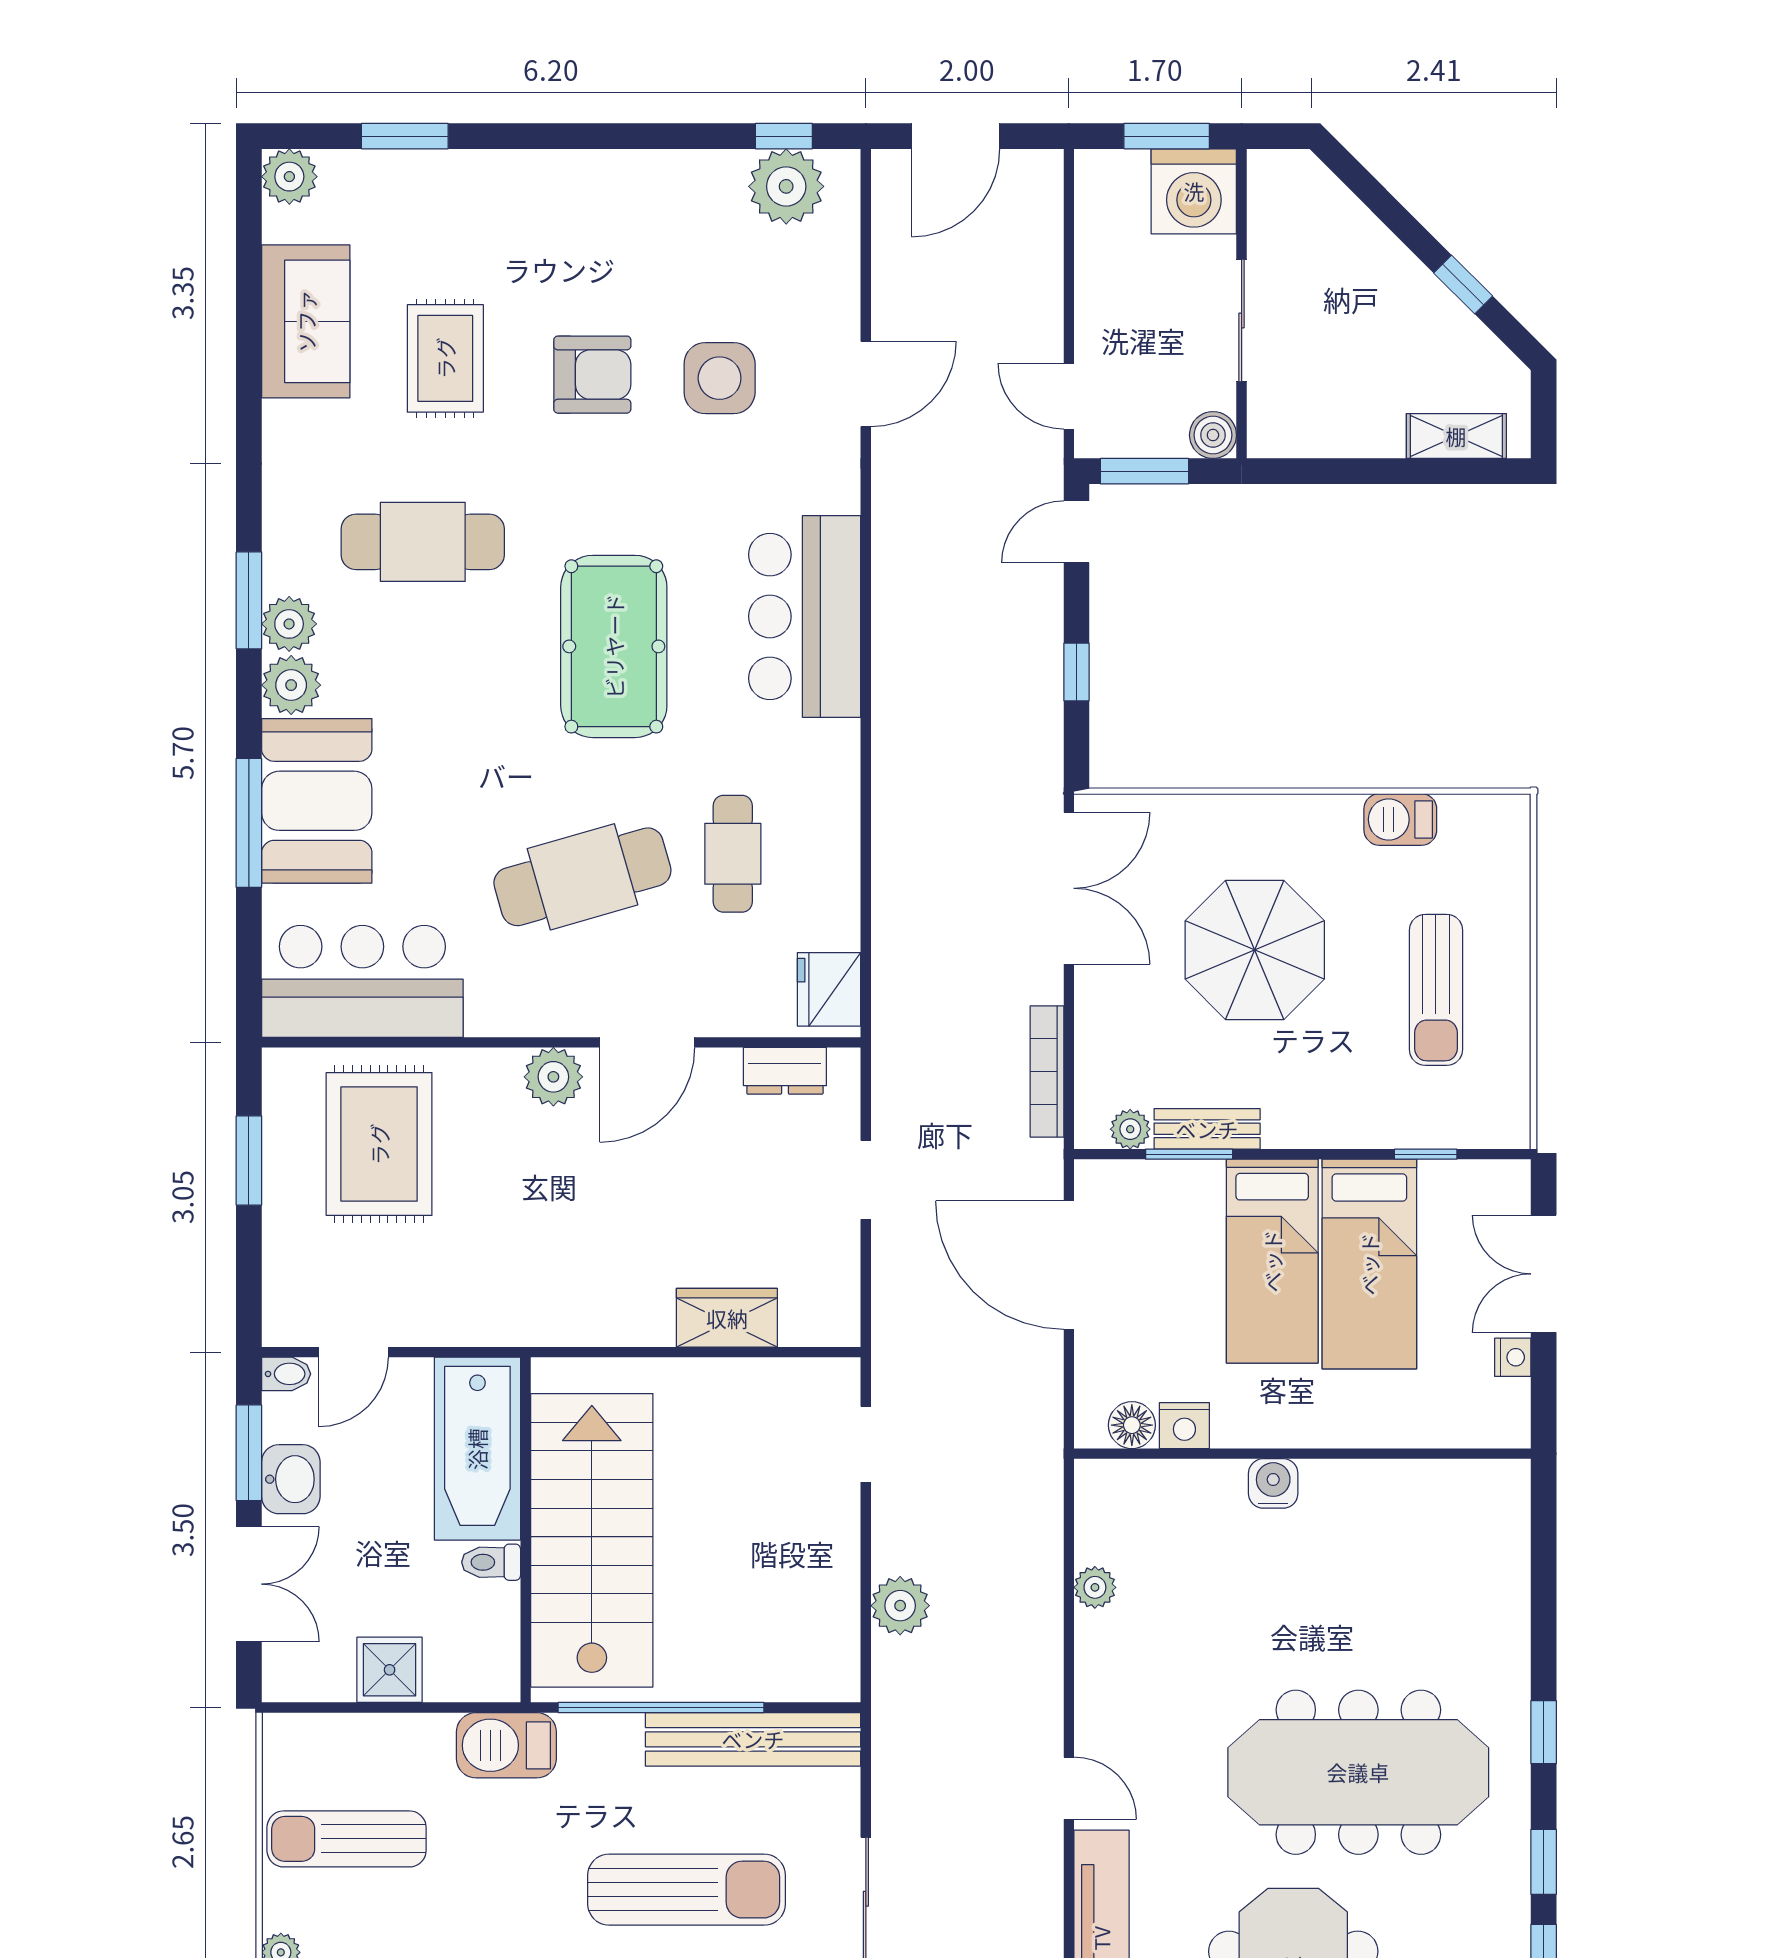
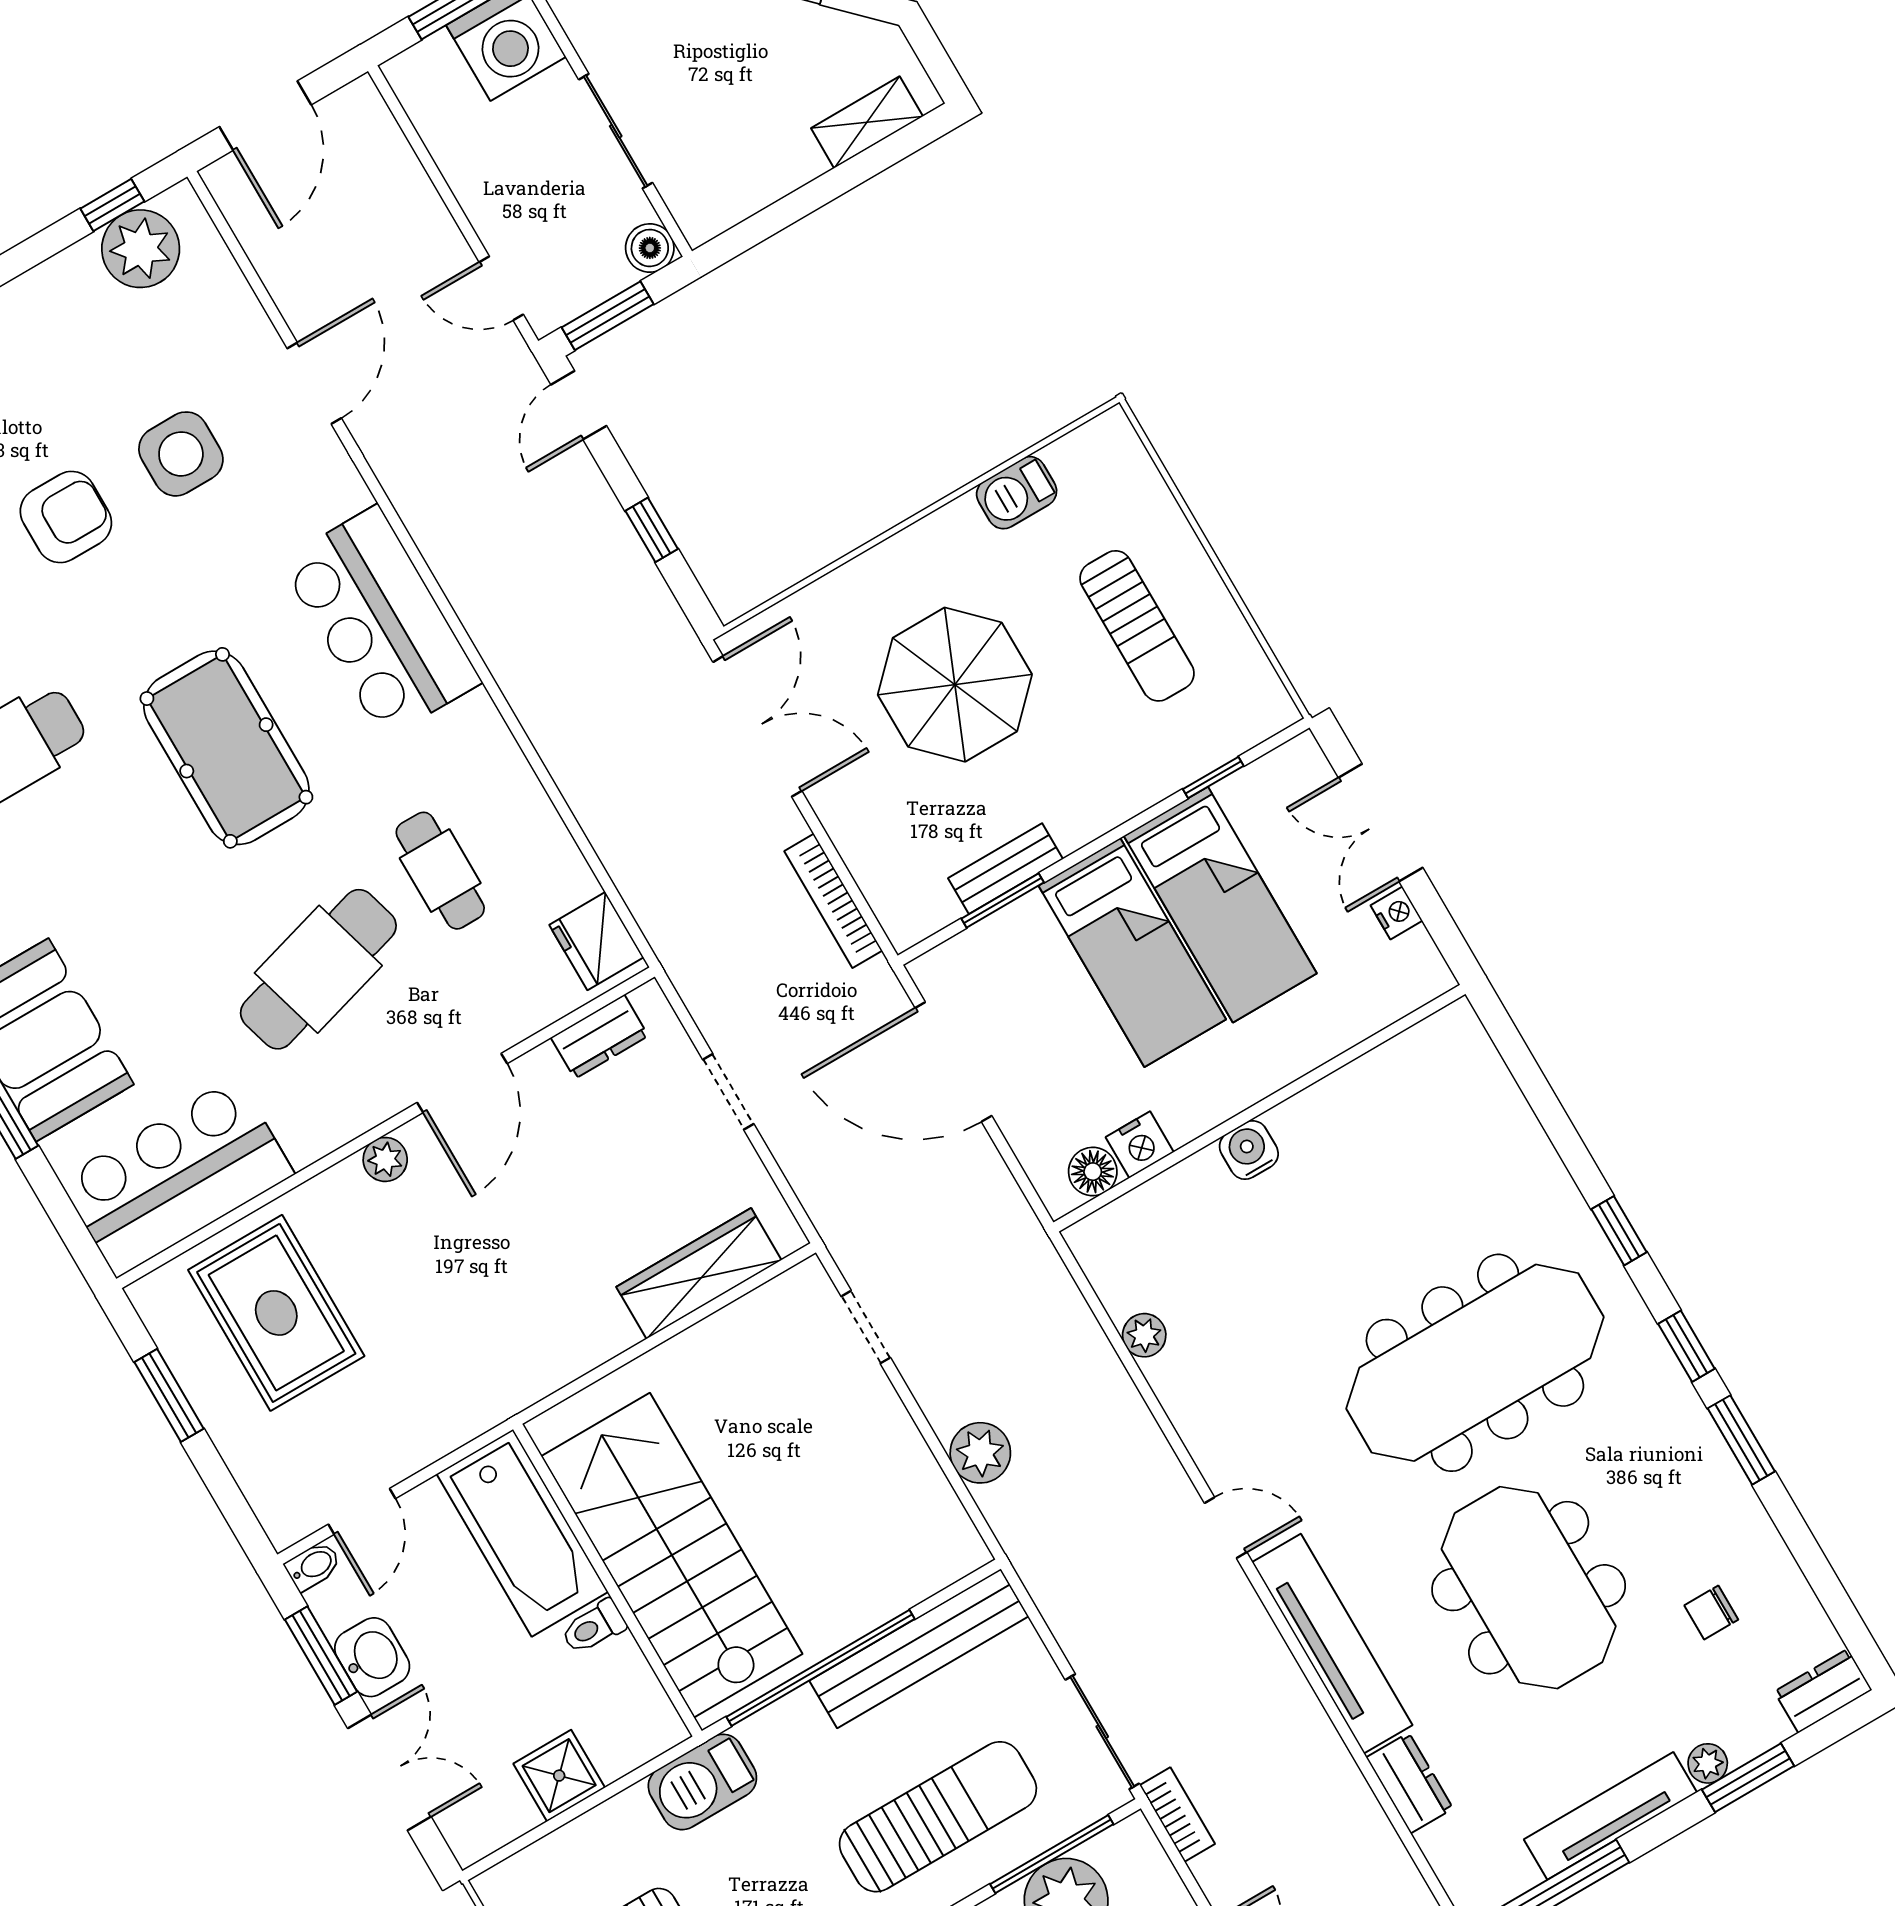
plant: (553, 1077) -> (385, 1159), width x0.73, depth x0.73
plant: (1130, 1129) -> (937, 909), removed
wardrobe: (727, 1318) -> (699, 1273), width x1.50

